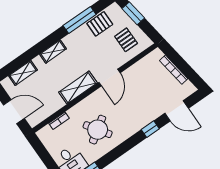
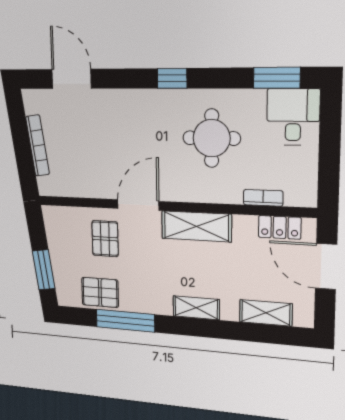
pallet: (126, 40) -> (105, 239), moved
locker: (44, 114) -> (280, 227), added
window: (150, 129) -> (172, 78), moved
round table: (98, 130) -> (212, 138), turned 34

